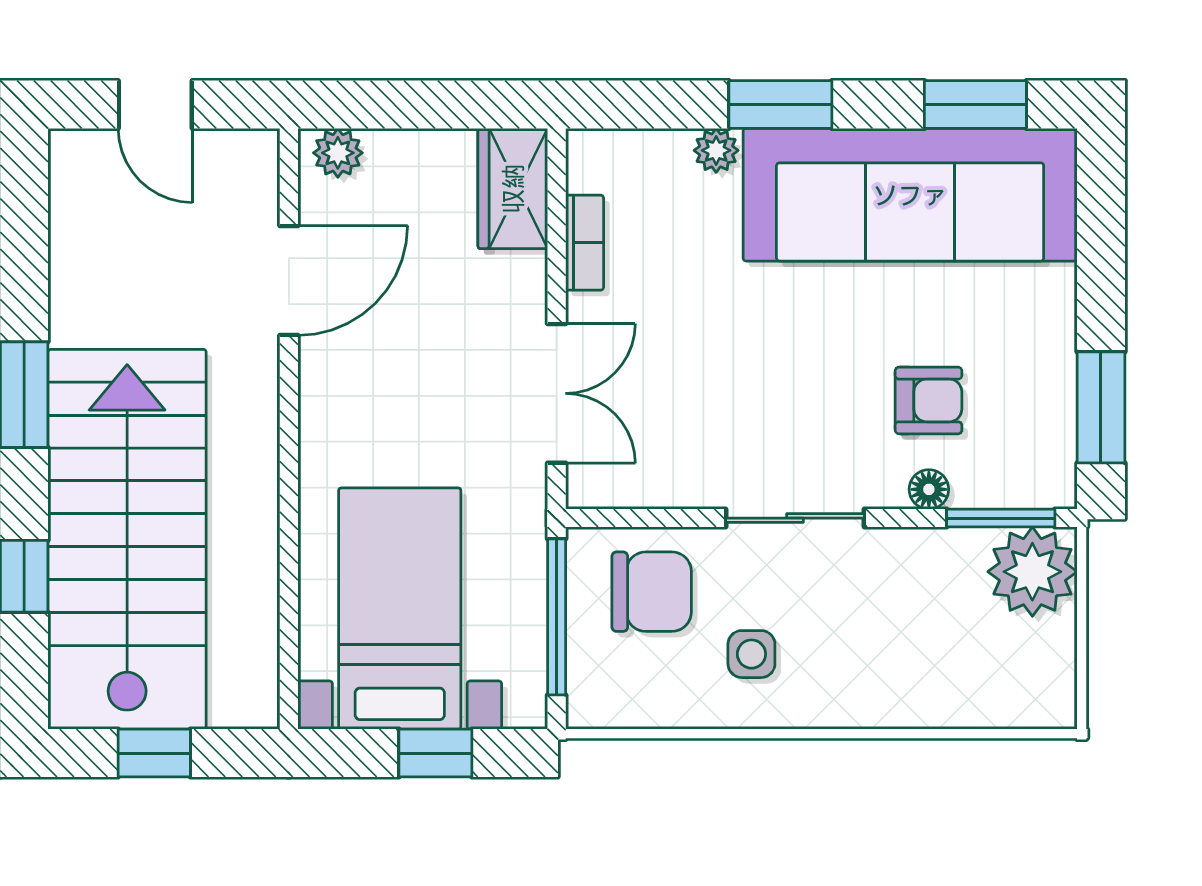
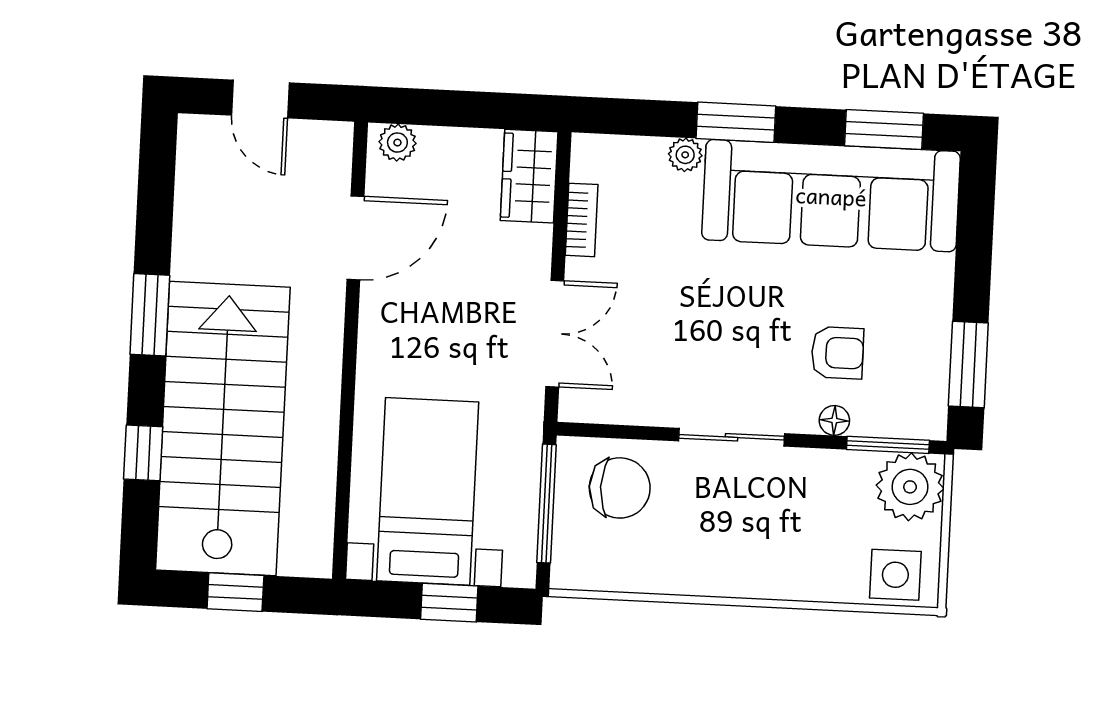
side table: (751, 654) -> (895, 575), moved, width x1.37, depth x1.37

